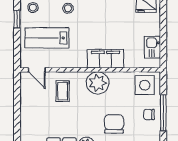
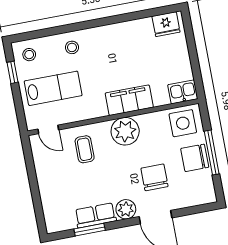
lab bench: (47, 38) -> (53, 88), turned 180
kitchen sink: (152, 47) -> (183, 92), moved, turned 90
chair: (149, 114) -> (195, 158), width x1.87, depth x1.87

